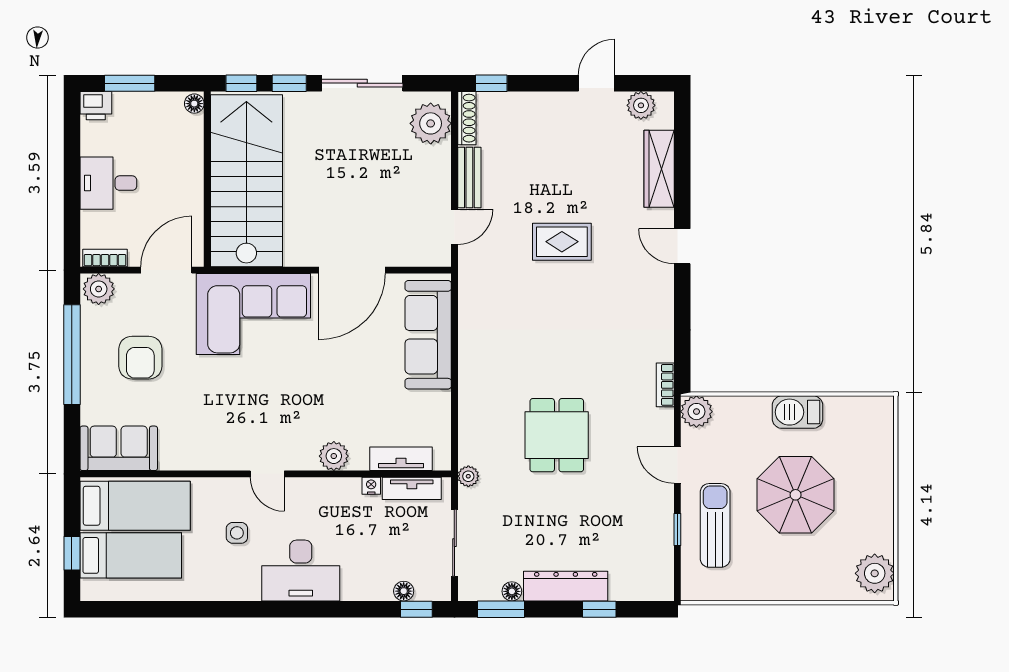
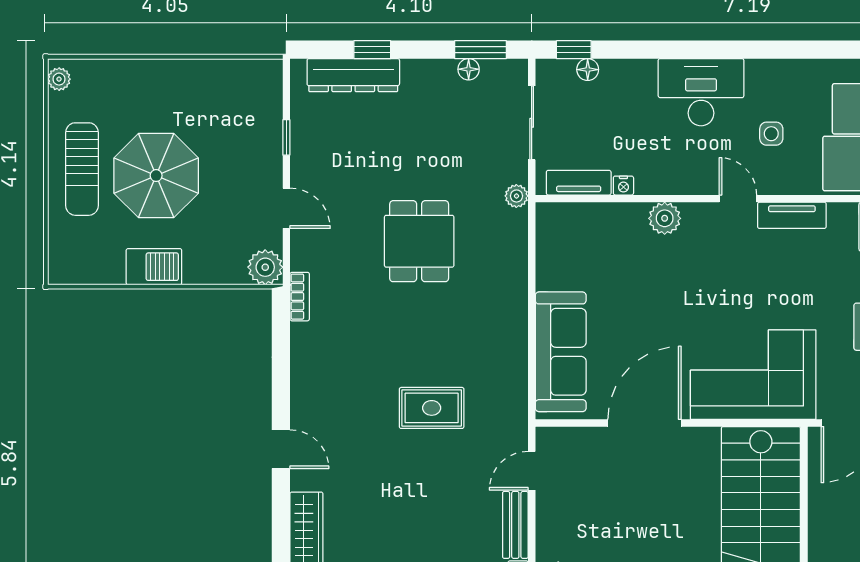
rug: (562, 242) -> (432, 408), moved
tv unit: (401, 459) -> (792, 215), moved
sun lounger: (715, 525) -> (82, 169), moved
plant: (875, 573) -> (59, 79), width x0.53, depth x0.53
dresser: (566, 586) -> (353, 75), moved

